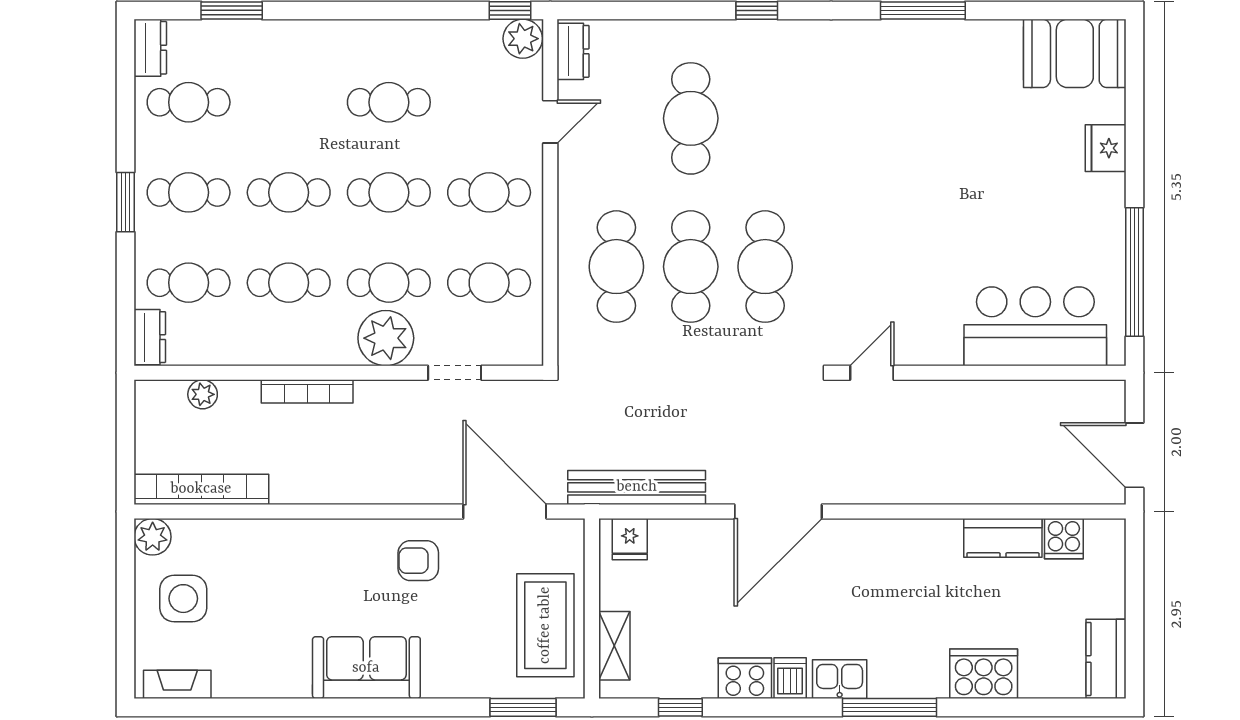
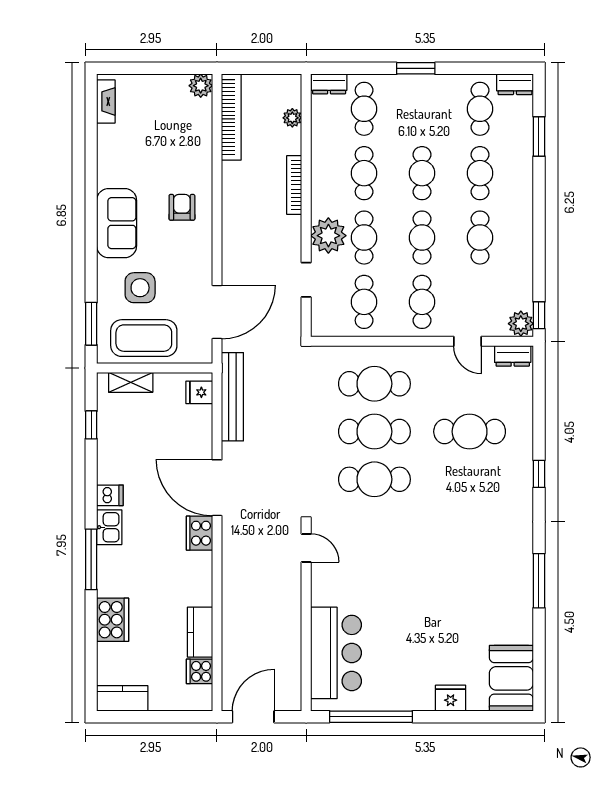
cafe table: (189, 192) -> (480, 173), moved
armchair: (418, 561) -> (182, 207), moved
side table: (183, 599) -> (140, 288), moved
cooker: (745, 678) -> (199, 533), moved, turned 180

